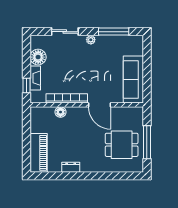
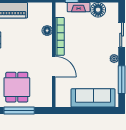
sofa: (133, 80) -> (93, 98), moved
door: (100, 105) -> (54, 67), swing flipped

